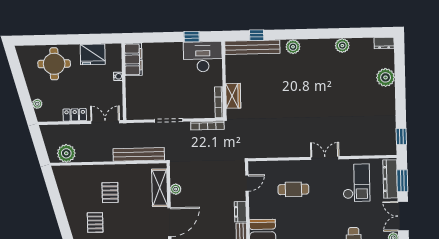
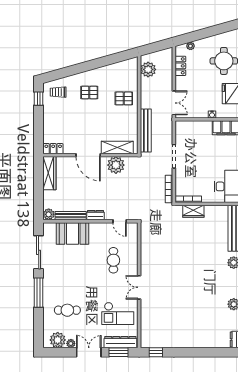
plant: (386, 77) -> (206, 340), removed
locker: (75, 115) -> (180, 66), moved
double door: (325, 158) -> (139, 287), swing flipped
plant: (176, 189) -> (116, 165), width x1.88, depth x1.88
pallet: (110, 193) -> (124, 98), moved

